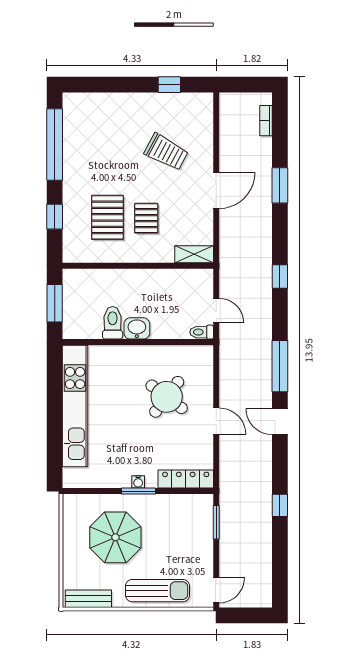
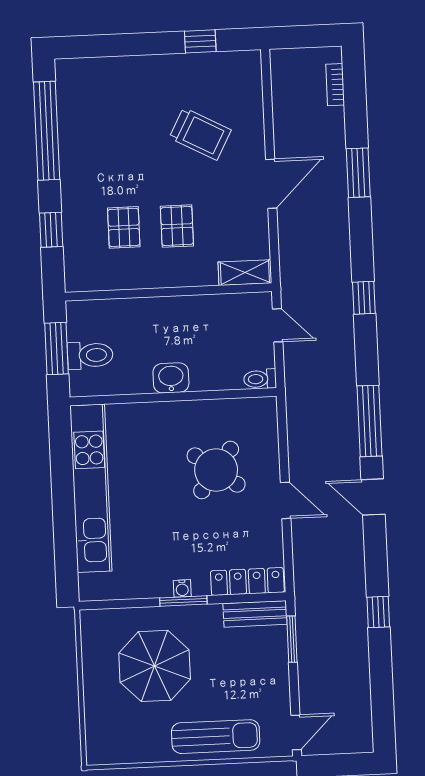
pallet: (108, 217) -> (124, 227), width x0.67, depth x0.71
door: (216, 310) -> (278, 325), moved
toilet: (113, 323) -> (90, 355), moved, turned 90
bench: (88, 599) -> (255, 614), moved

